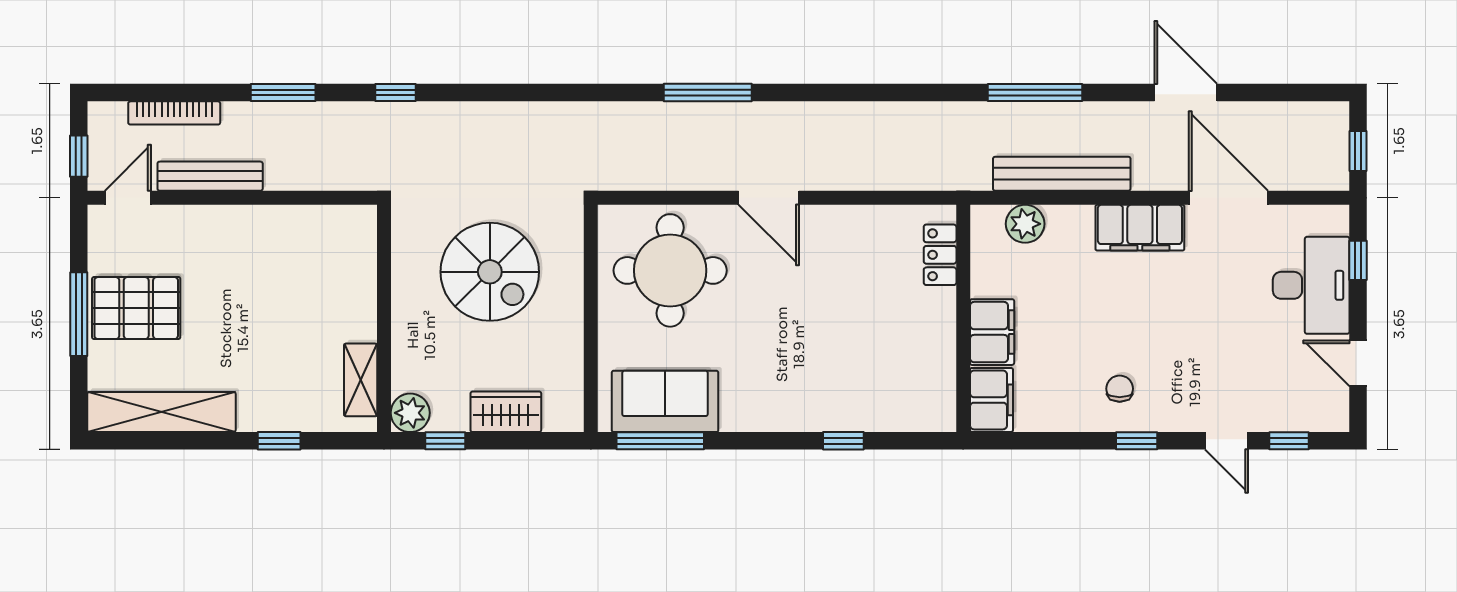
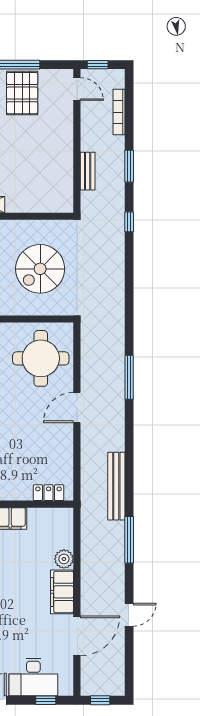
door: (1186, 93) -> (129, 615), width x0.73
bench: (1062, 174) -> (116, 486), moved
bench: (210, 176) -> (88, 171), moved, width x0.73
plant: (1025, 224) -> (64, 559), moved

